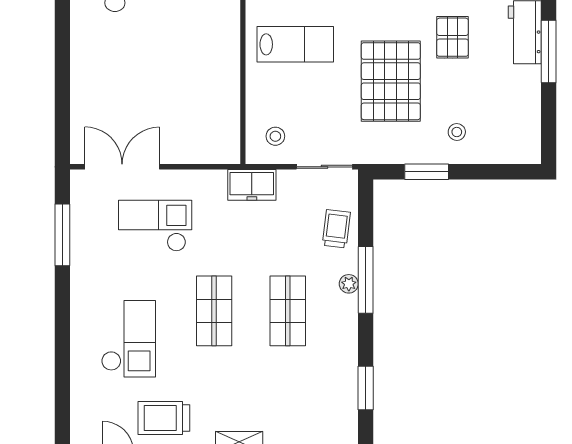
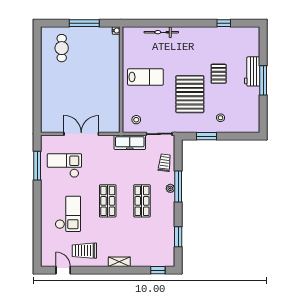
double door: (122, 167) -> (81, 134), moved
freezer: (252, 185) -> (130, 142), width x1.40
checkout: (155, 226) -> (64, 166), moved

